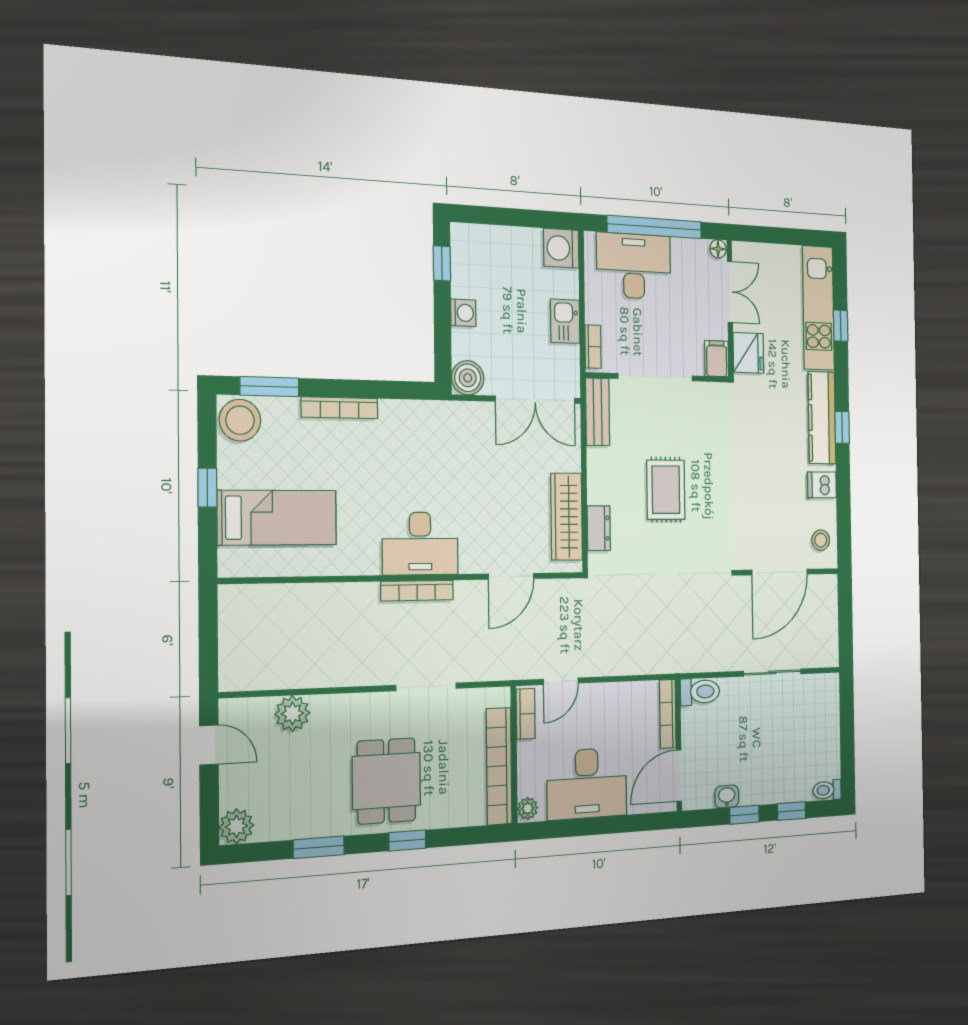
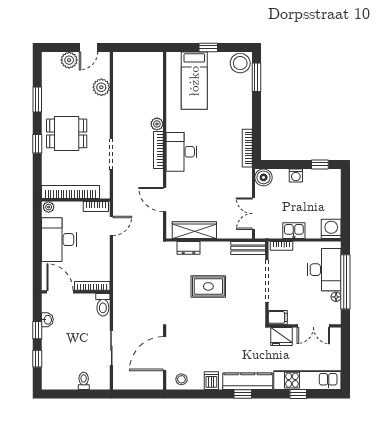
floor lamp: (718, 249) -> (336, 297), moved
double door: (535, 400) -> (254, 214), width x0.73
bookcase: (340, 408) -> (247, 148), moved
door: (780, 572) -> (165, 354), hinge flipped
plant: (366, 595) -> (157, 124), added
door: (561, 681) -> (111, 226), swing flipped
toilet: (827, 790) -> (84, 381), moved
plant: (236, 826) -> (69, 60), moved

